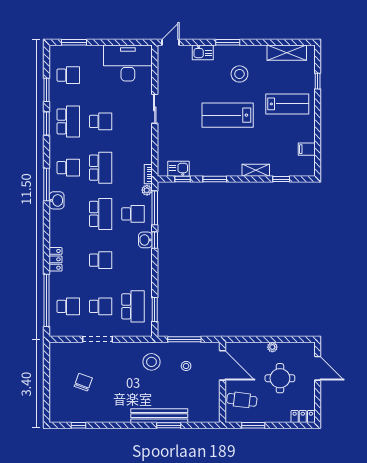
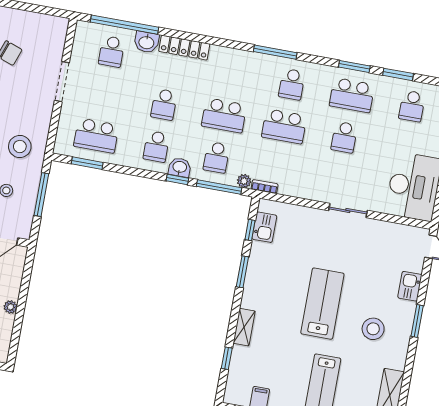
washbasin: (57, 200) -> (146, 42), moved
locker: (56, 259) -> (184, 48), width x1.53
school desk: (101, 306) -> (156, 146), moved

